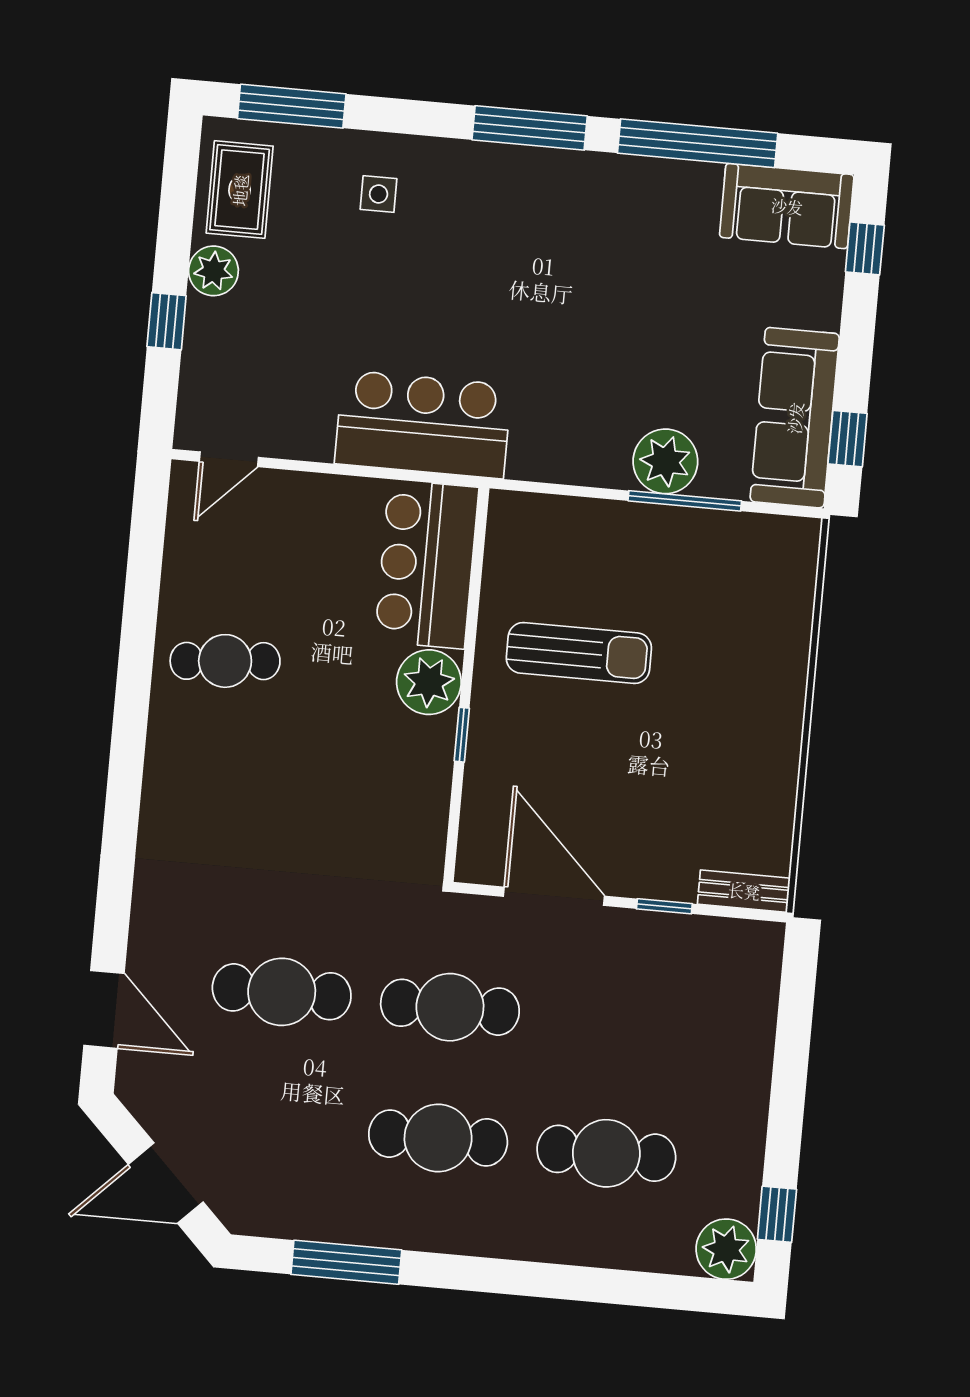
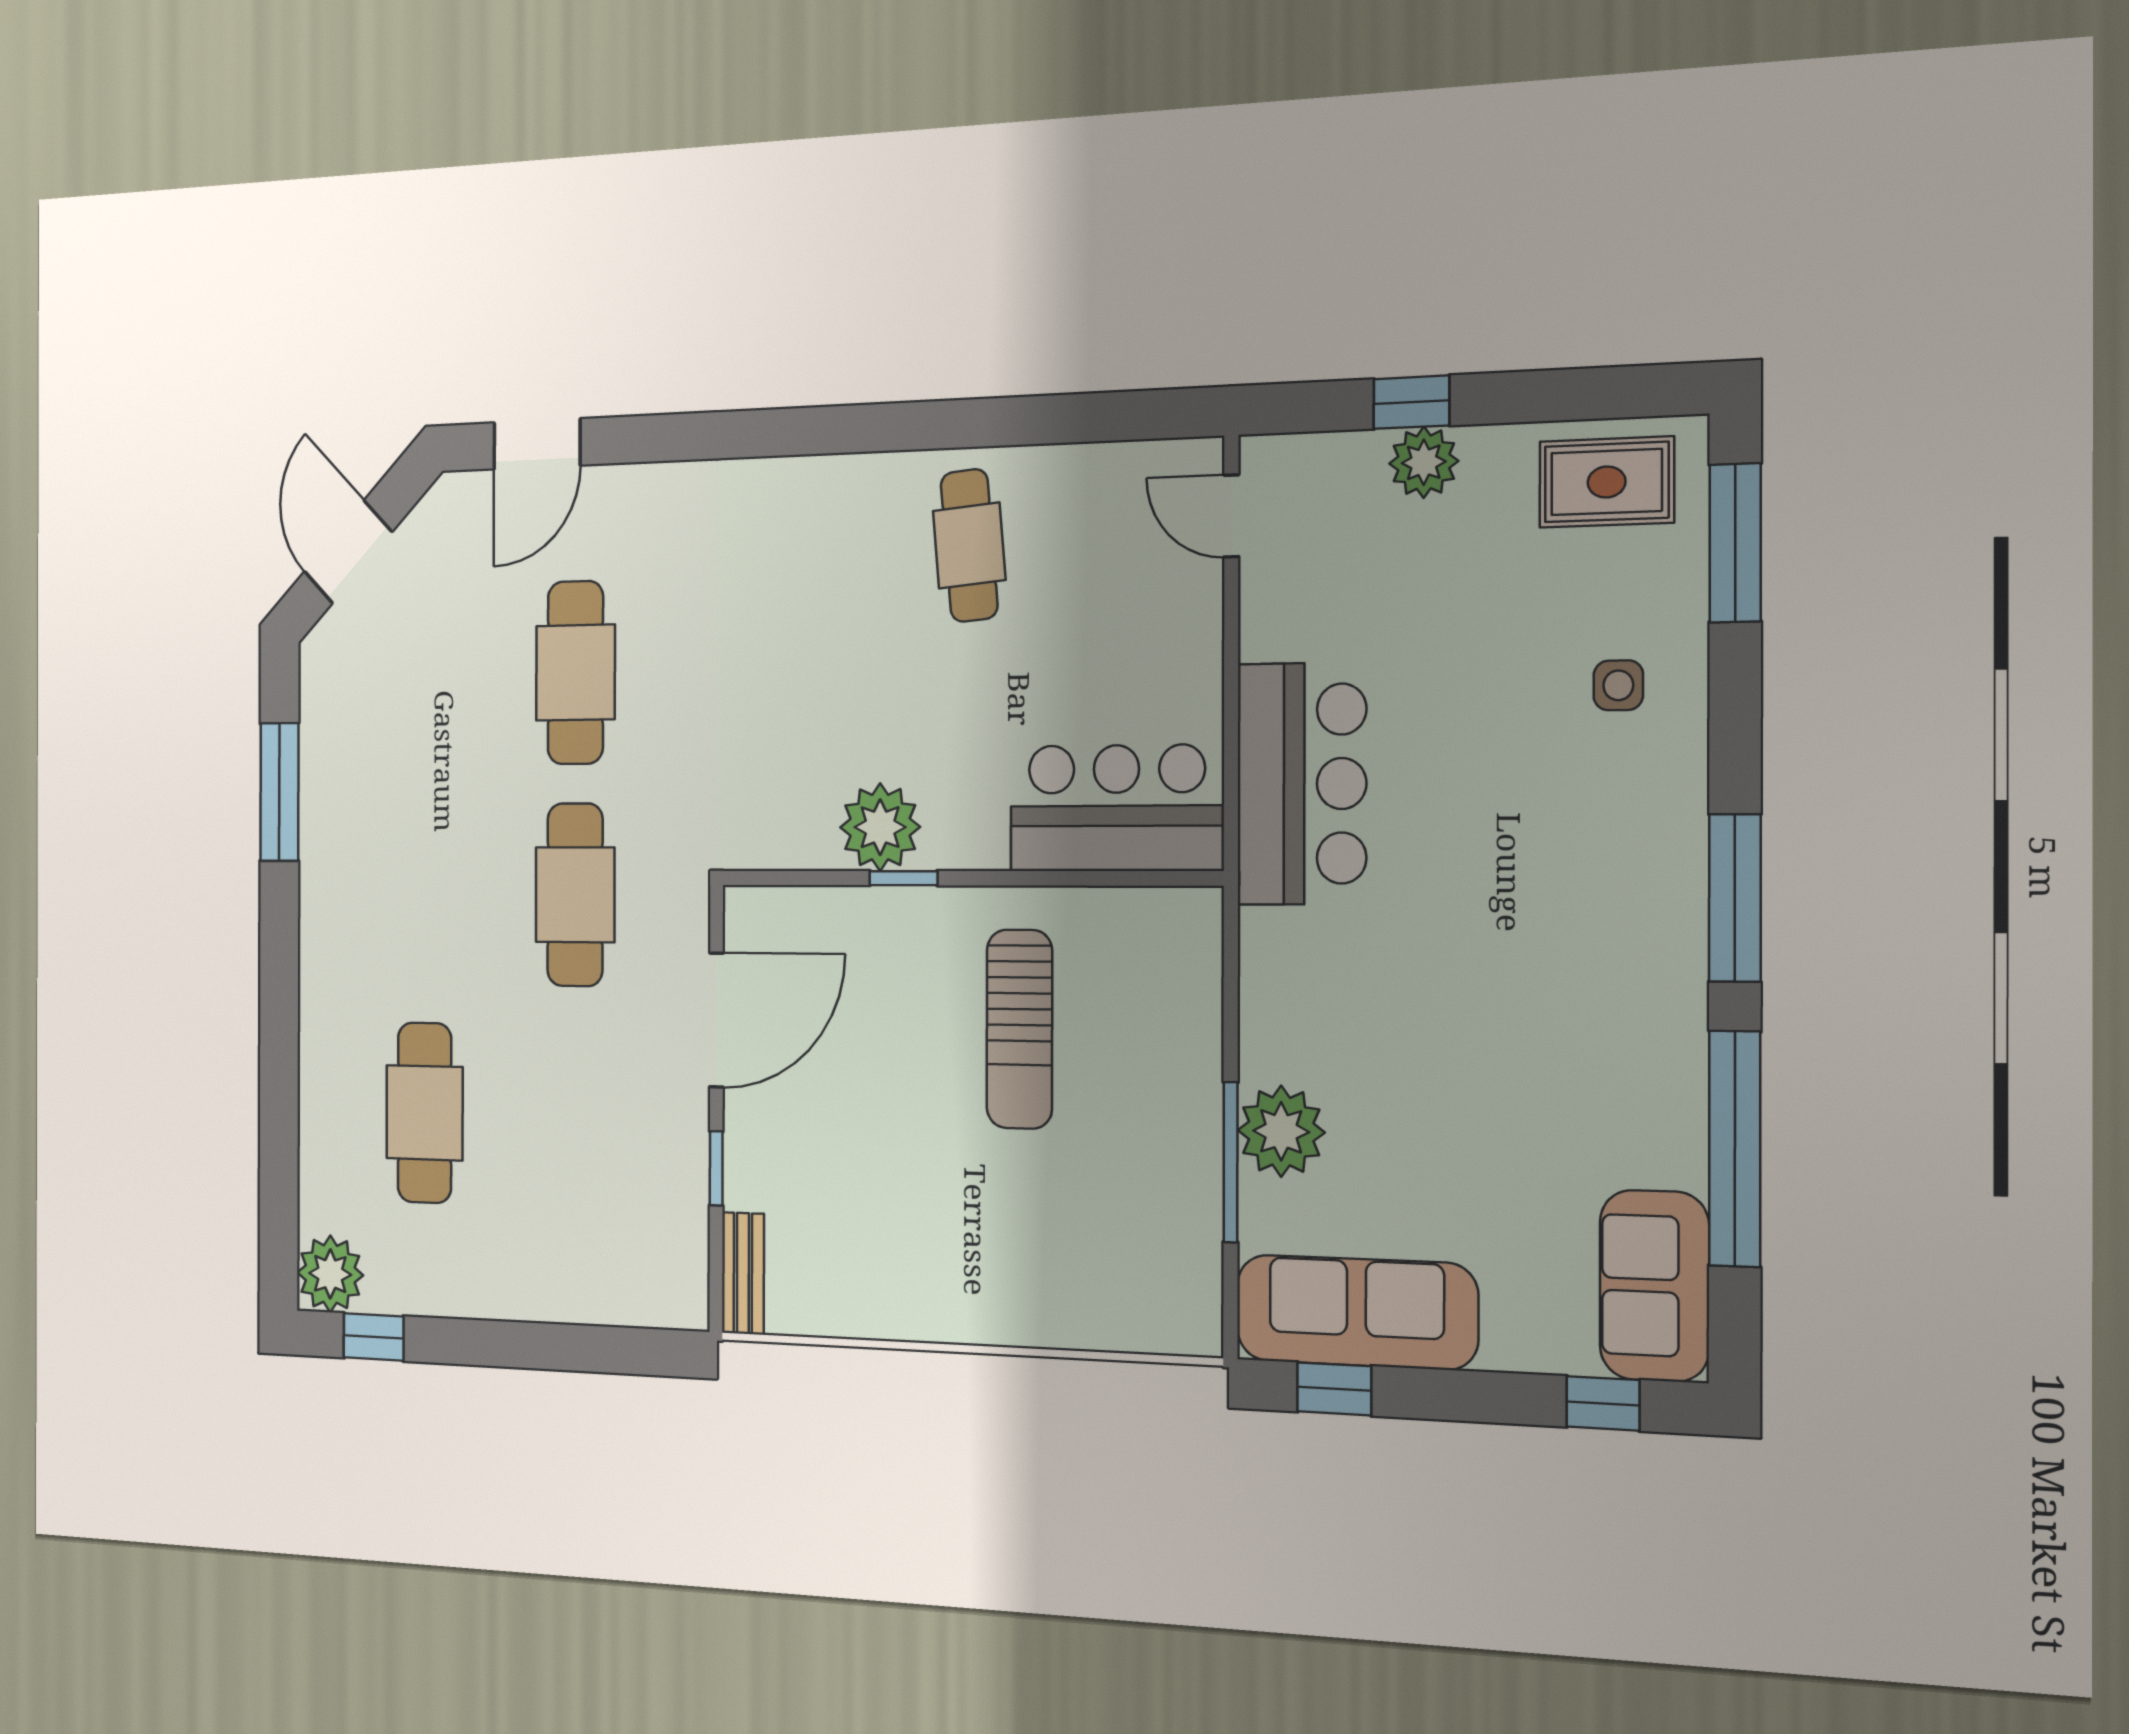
plant: (213, 271) -> (1424, 462), moved
plant: (429, 682) -> (880, 827), moved
cafe table: (438, 1138) -> (425, 894), removed

